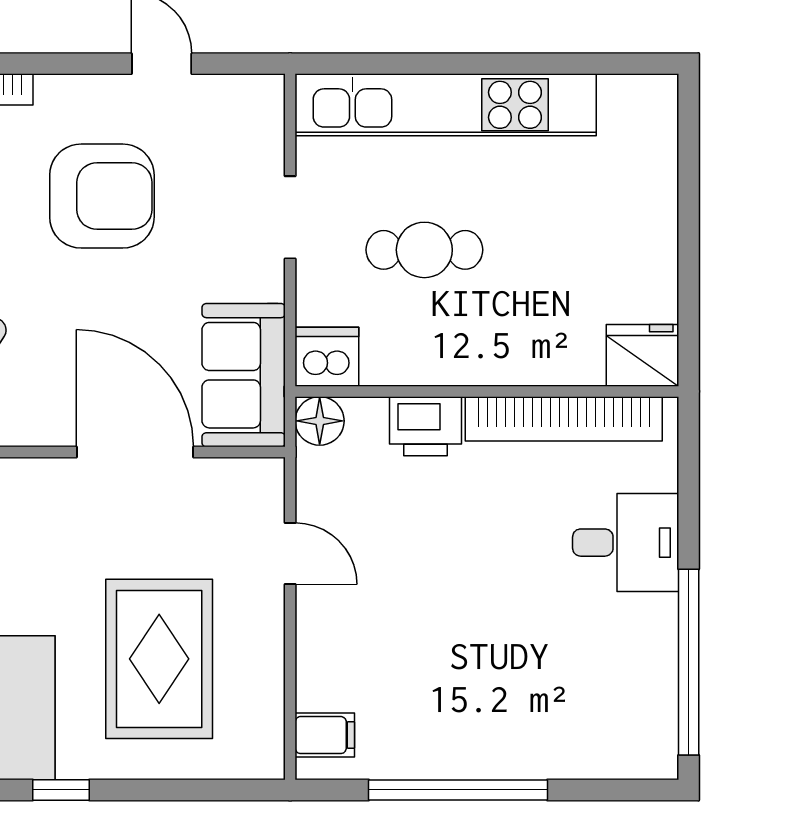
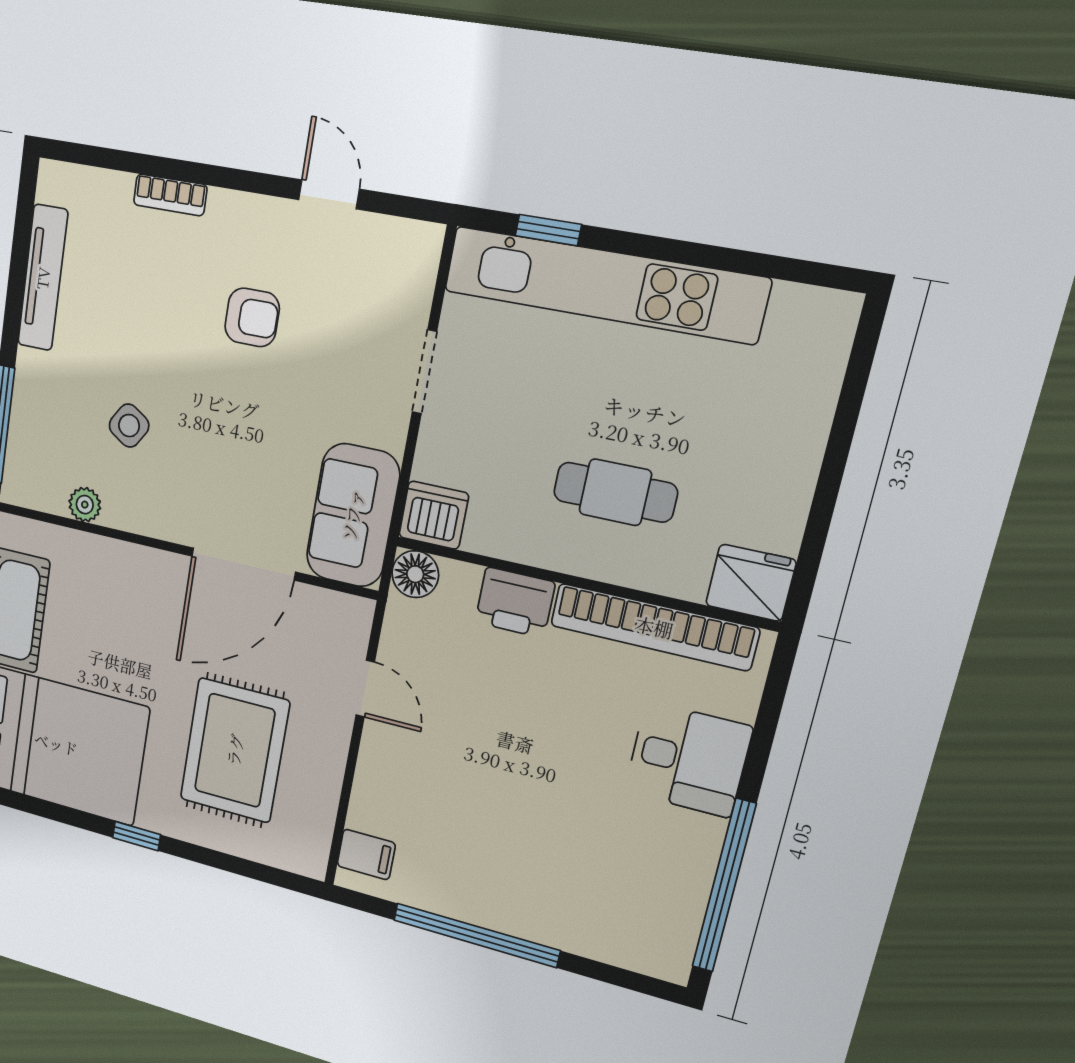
window: (383, 64) -> (548, 230), added
armchair: (102, 196) -> (252, 317), width x0.53, depth x0.53
cafe table: (424, 250) -> (615, 492), moved
door: (135, 452) -> (243, 564), swing flipped

